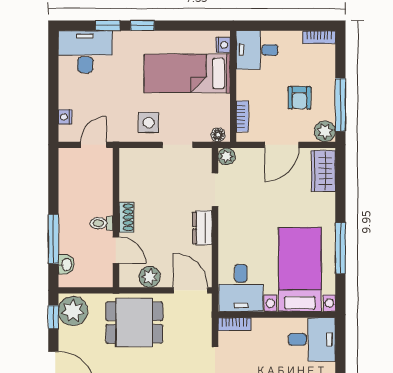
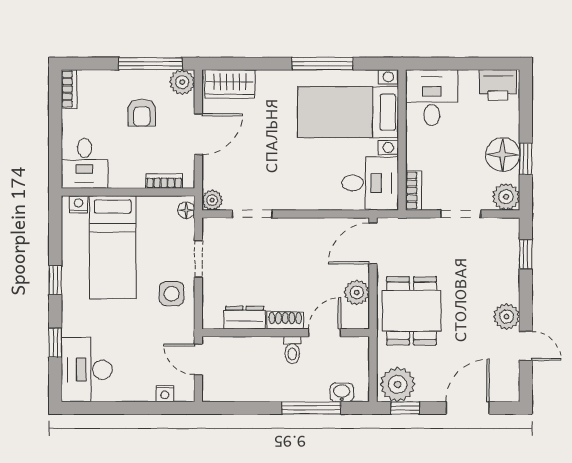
window: (142, 26) -> (55, 280), moved
armchair: (299, 98) -> (142, 113), turned 90
door: (282, 145) -> (198, 134), hinge flipped
dresser: (202, 228) -> (245, 318), moved, turned 180

